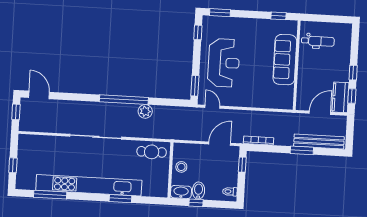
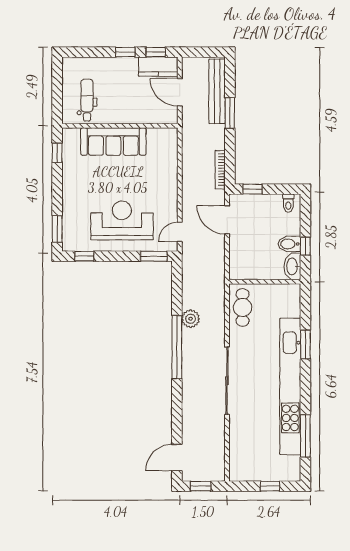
stool: (181, 167) -> (260, 268), removed

